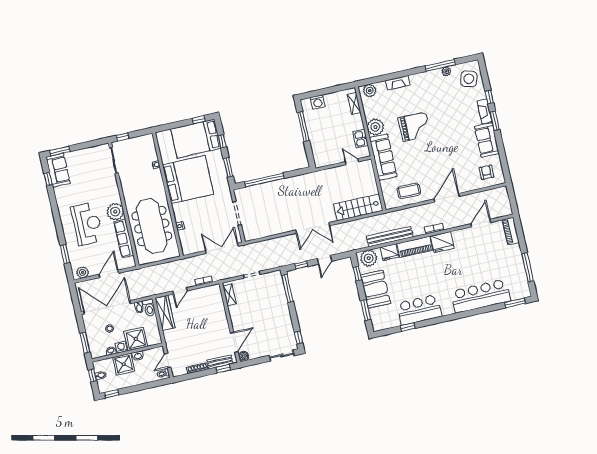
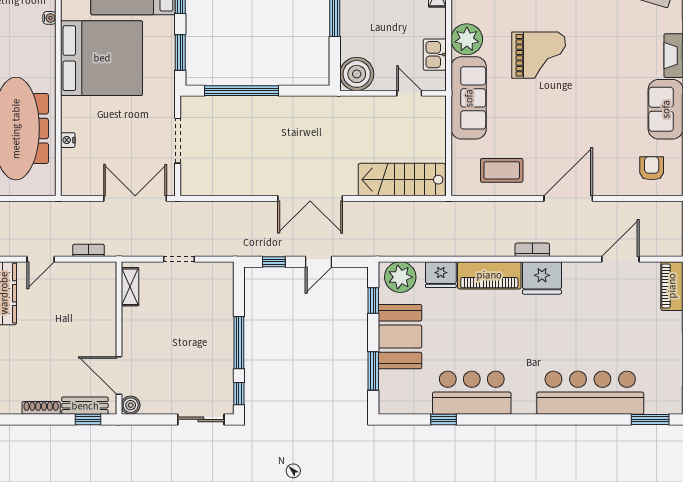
boiler: (322, 158) -> (357, 74), added
bench: (390, 237) -> (448, 246), removed
window: (287, 288) -> (239, 343), moved
door: (234, 342) -> (119, 376), swing flipped

